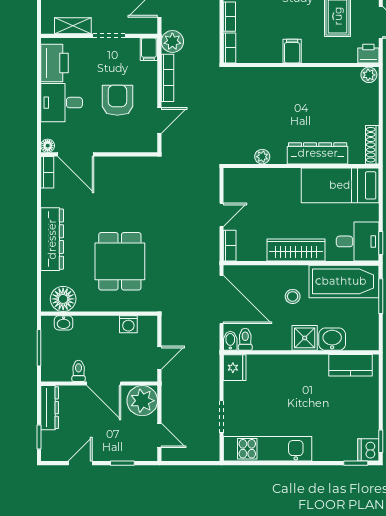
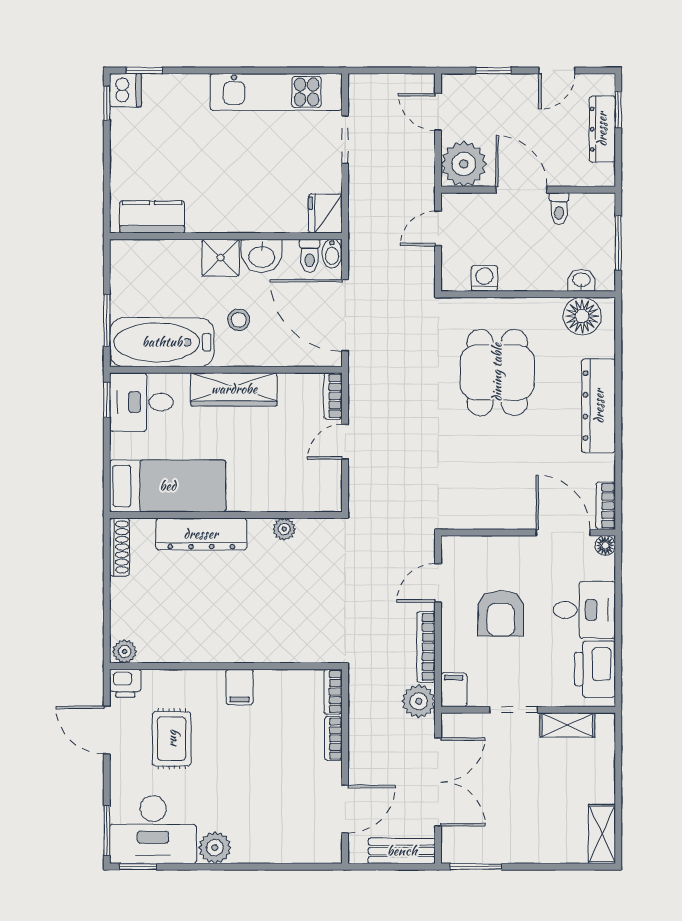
washbasin: (332, 339) -> (262, 256), moved
dresser: (50, 408) -> (602, 129), moved

